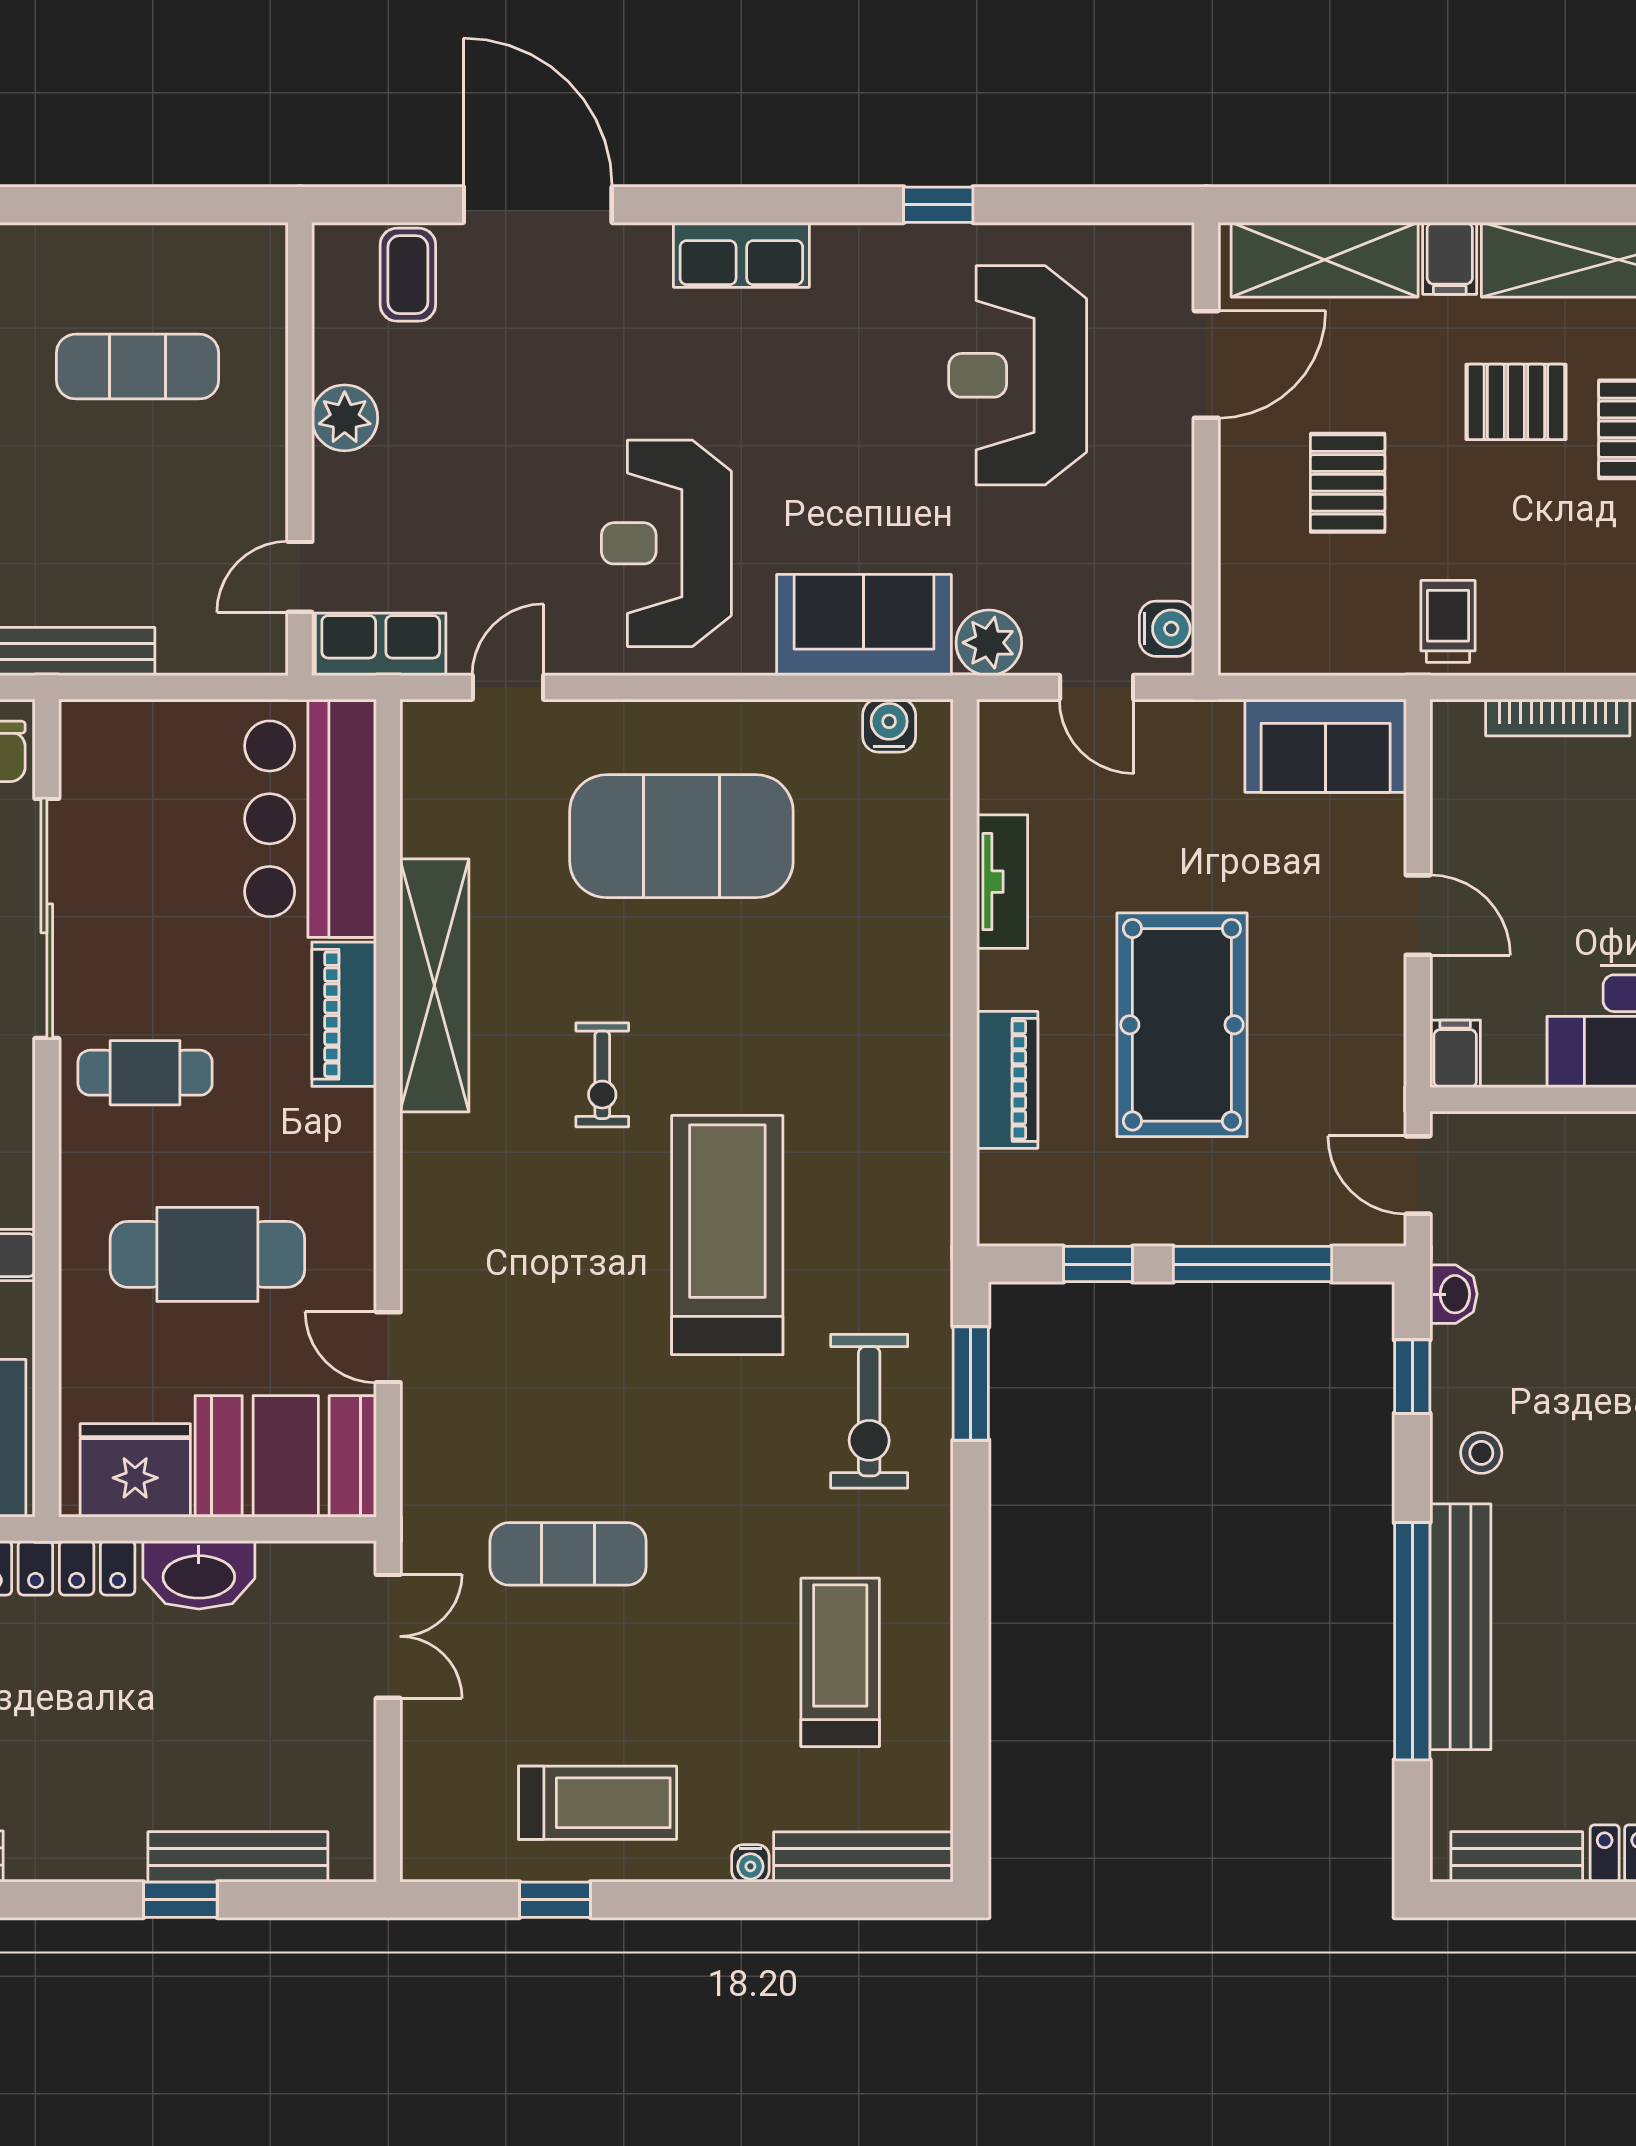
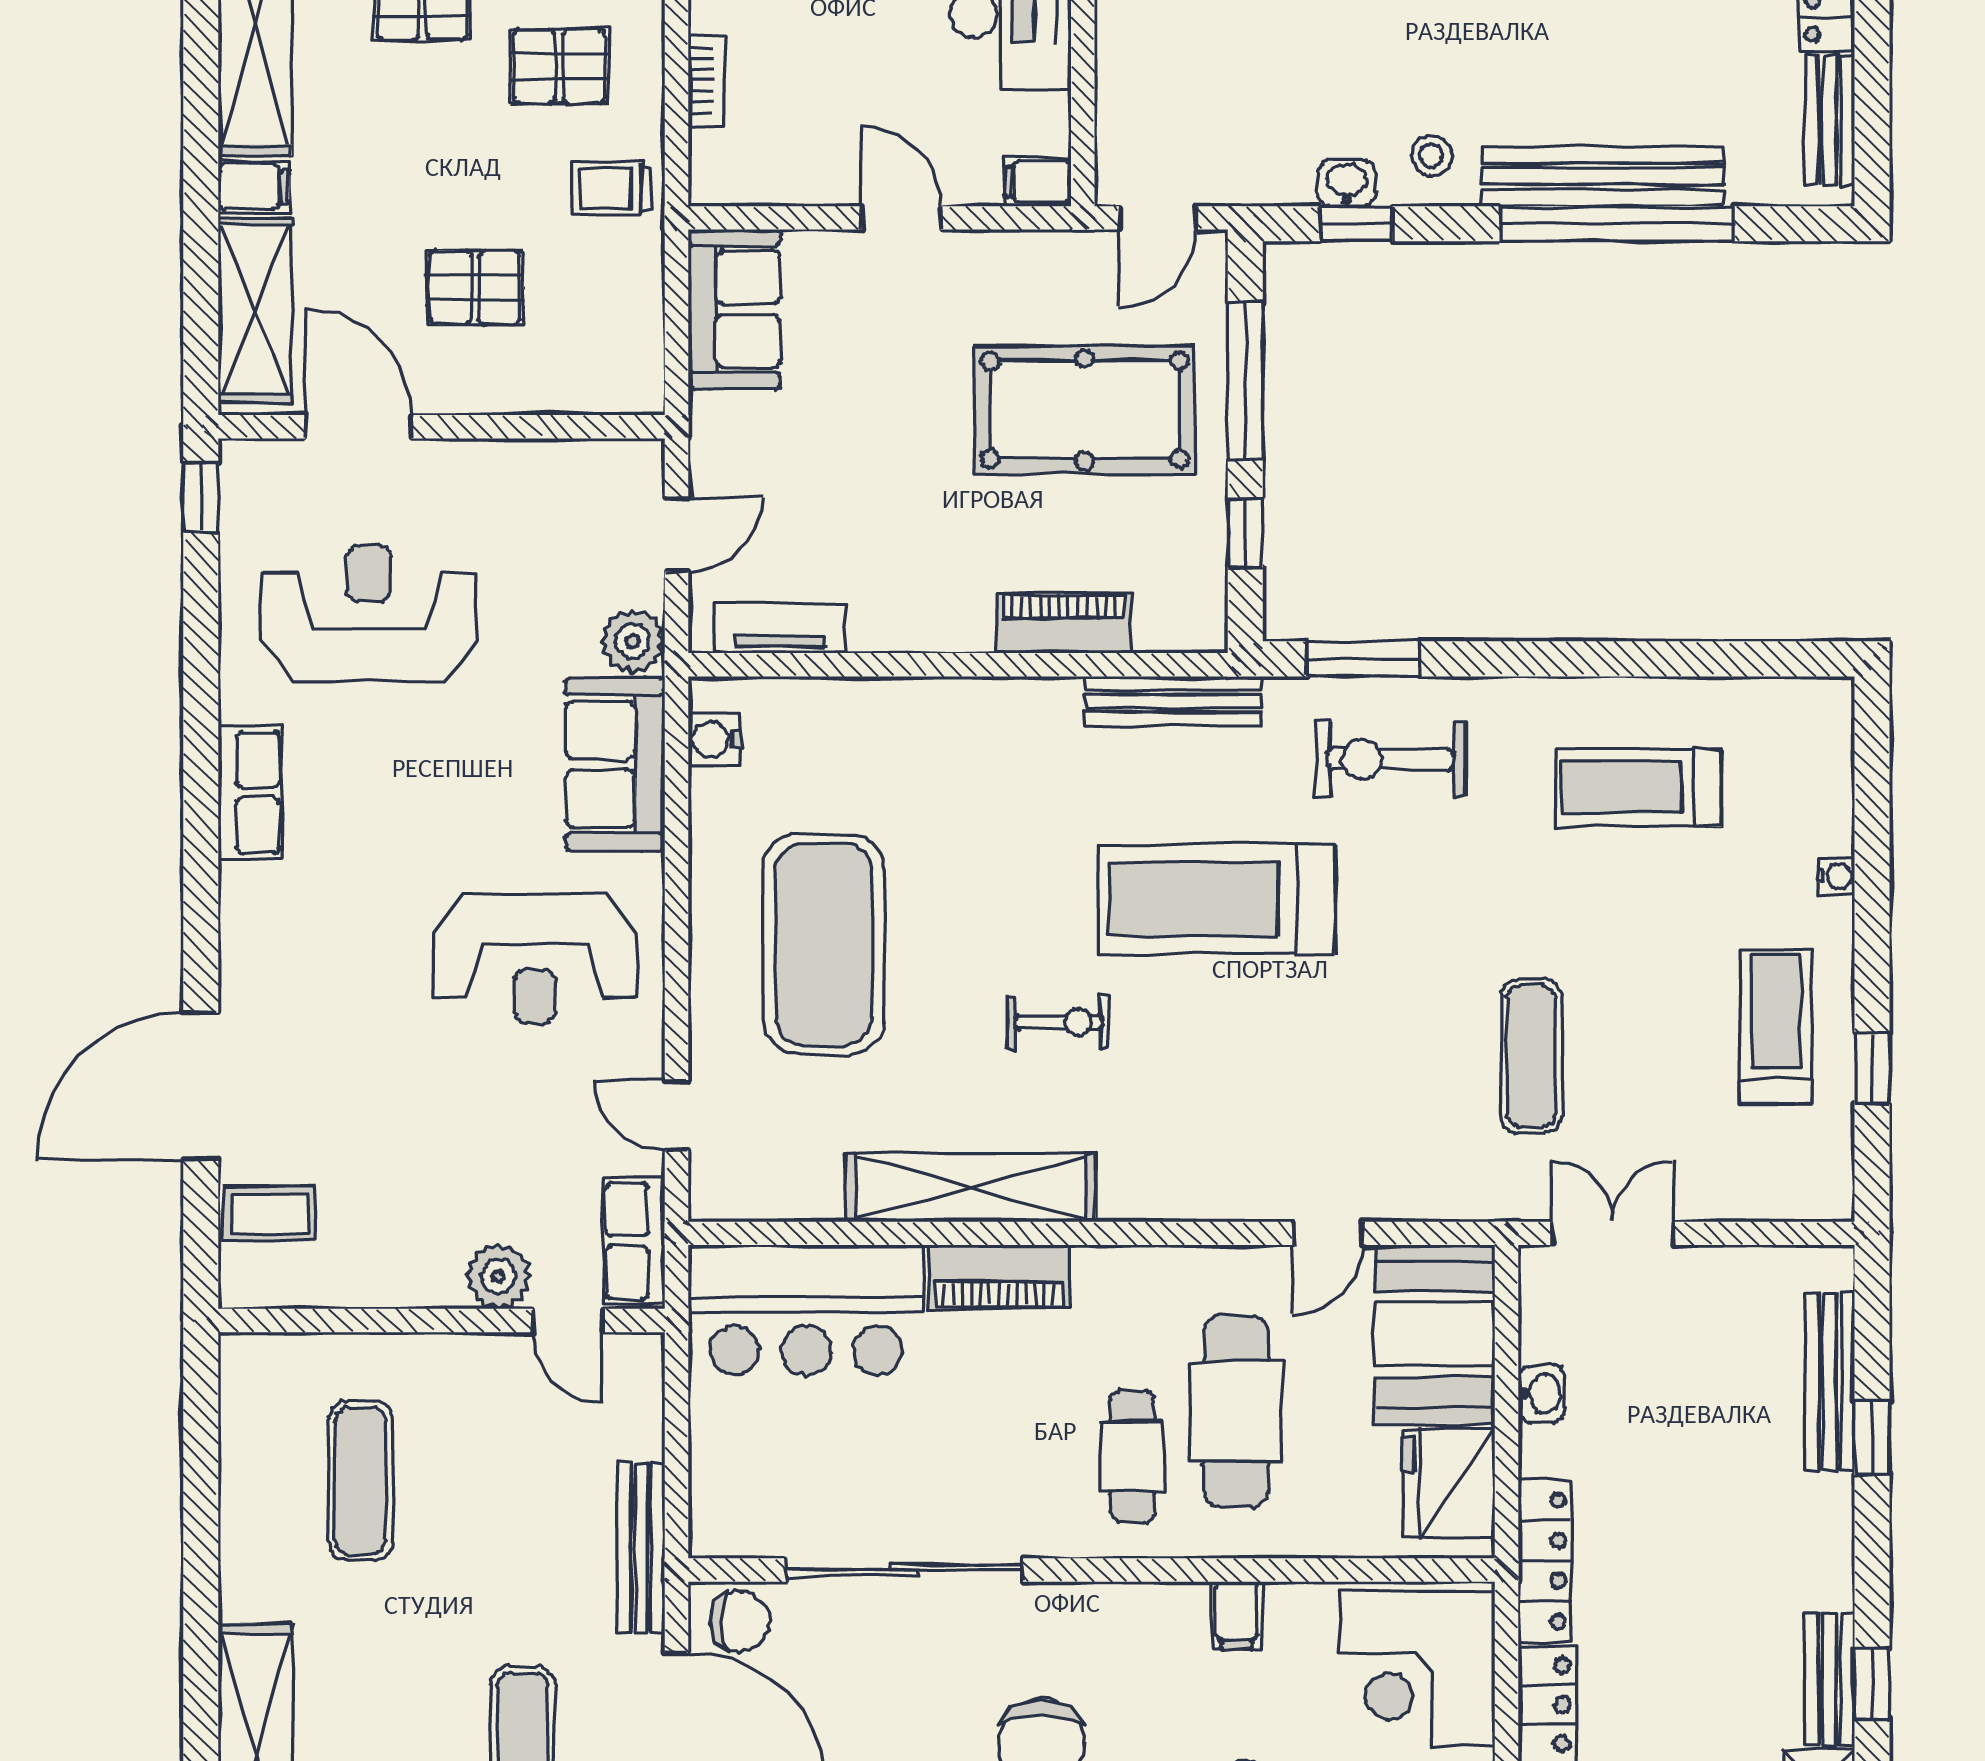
window: (938, 205) -> (201, 497), moved
row of seats: (741, 255) -> (250, 793), moved
reception desk: (1018, 375) -> (369, 613), turned 180
pallet: (1516, 402) -> (559, 66), moved, turned 90
plant: (345, 418) -> (498, 1276), moved
water cooler: (1167, 629) -> (619, 466), removed
bookcase: (1558, 718) -> (706, 80), width x0.64
tv unit: (1002, 882) -> (780, 628), moved
door: (1418, 915) -> (901, 218), hinge flipped
pool table: (1182, 1025) -> (1085, 410), moved
cafe table: (145, 1073) -> (1132, 1456), moved
washbasin: (1454, 1294) -> (1347, 183), moved
exercise bike: (869, 1411) -> (1390, 759), turned 180
washbasin: (199, 1575) -> (1541, 1394), width x0.52, depth x0.69
bench: (863, 1857) -> (1173, 701), moved, turned 90

